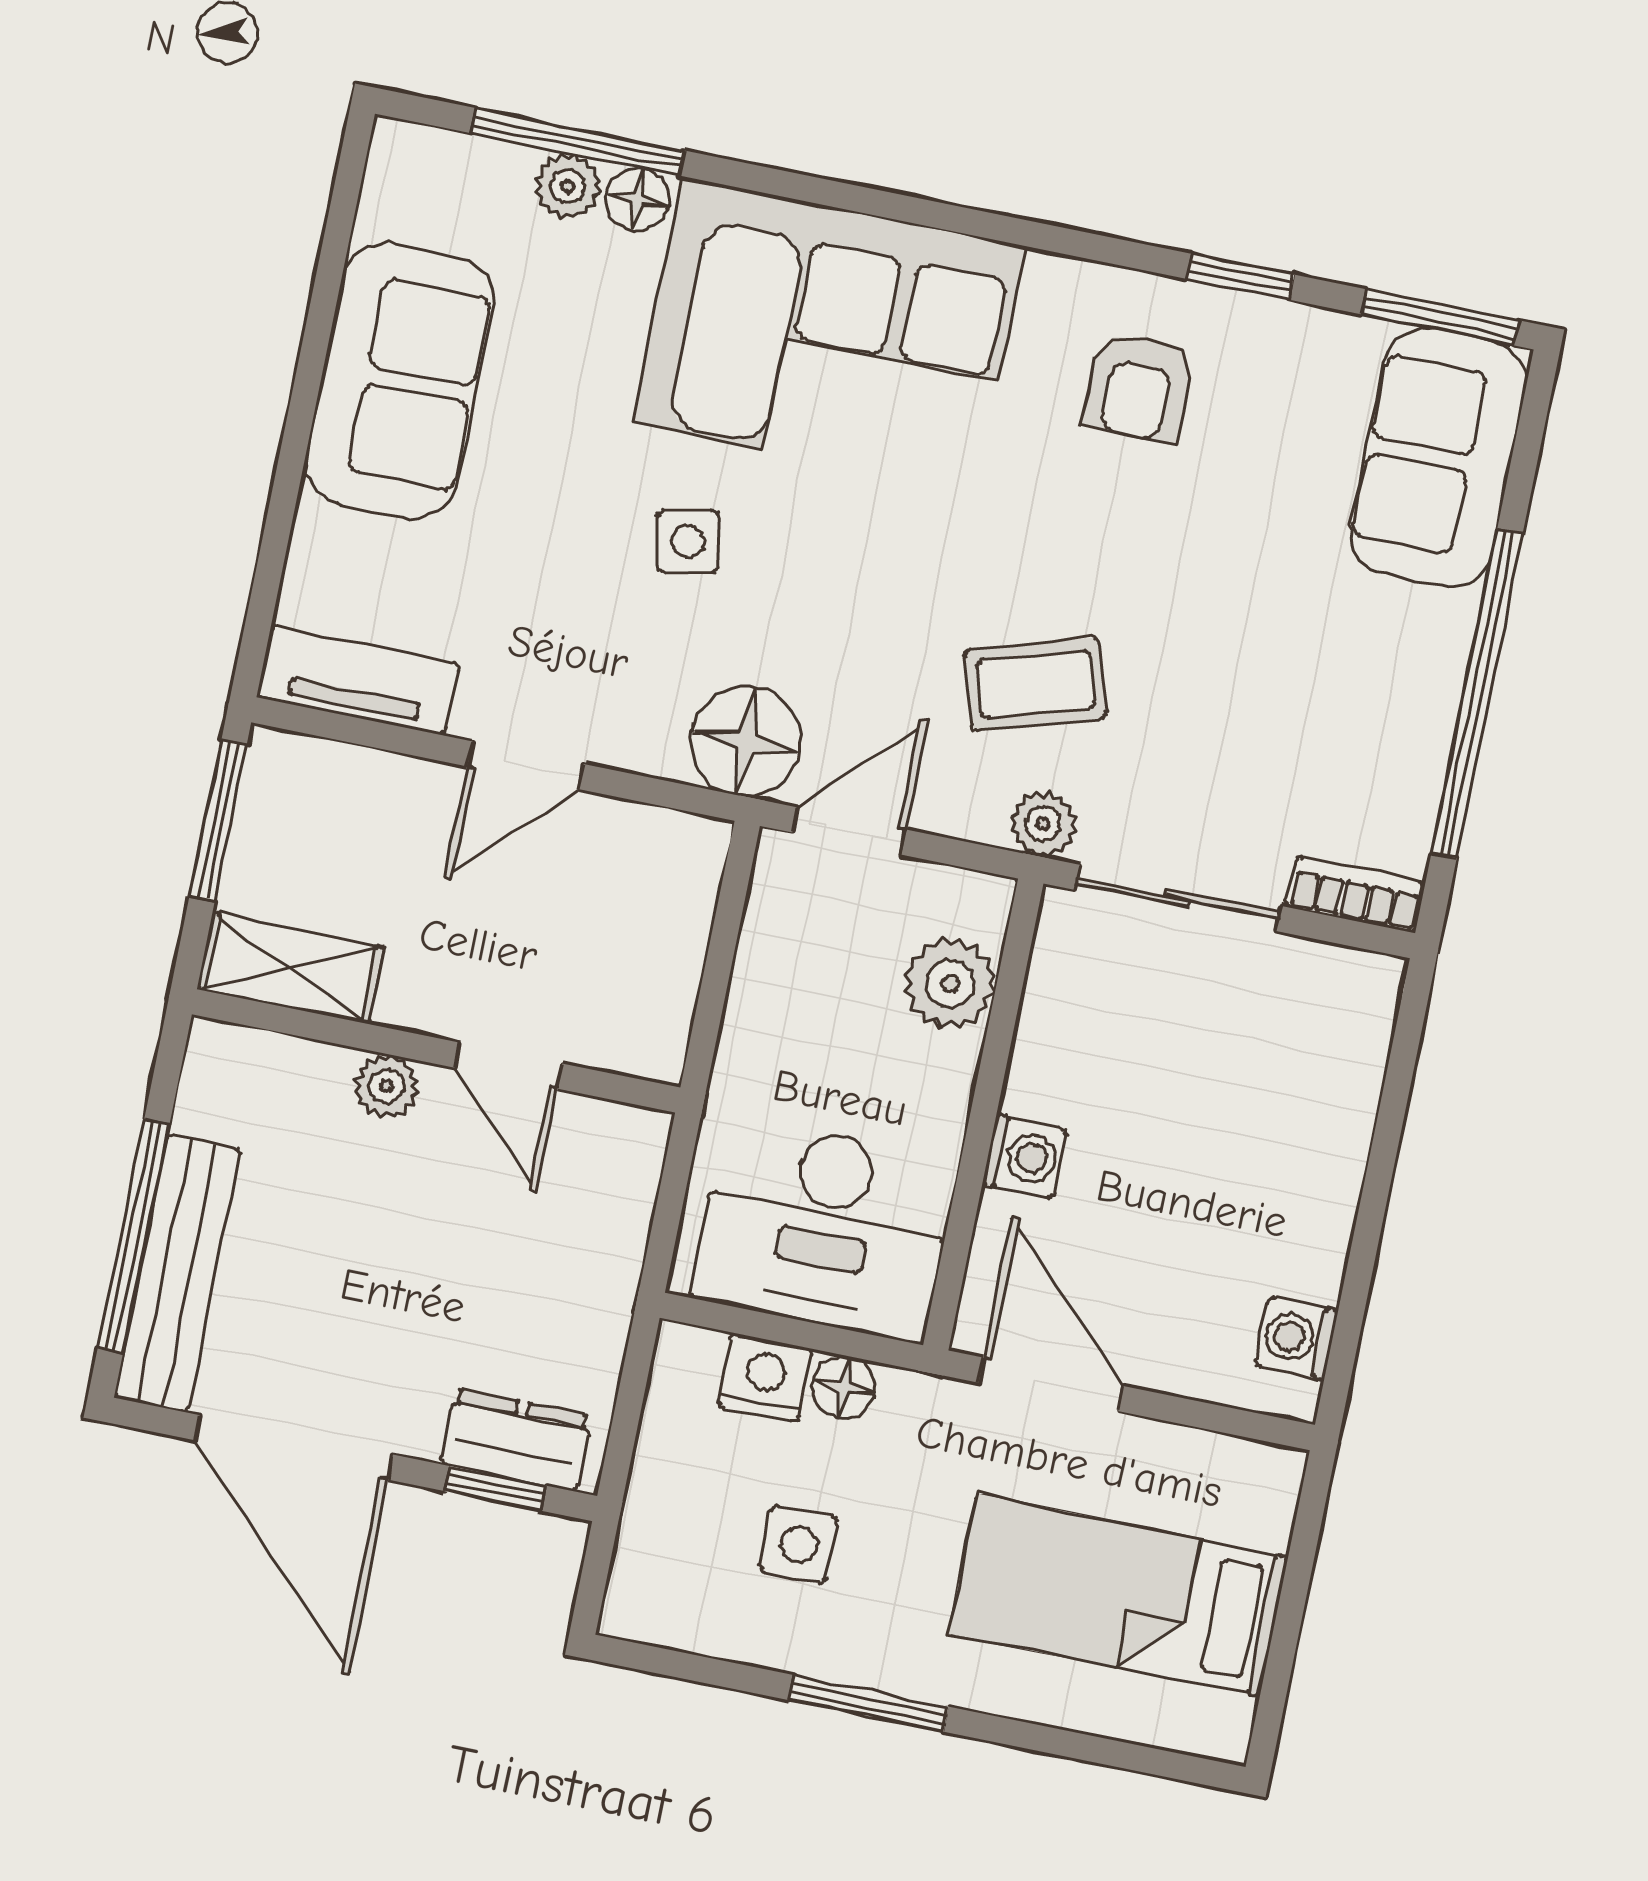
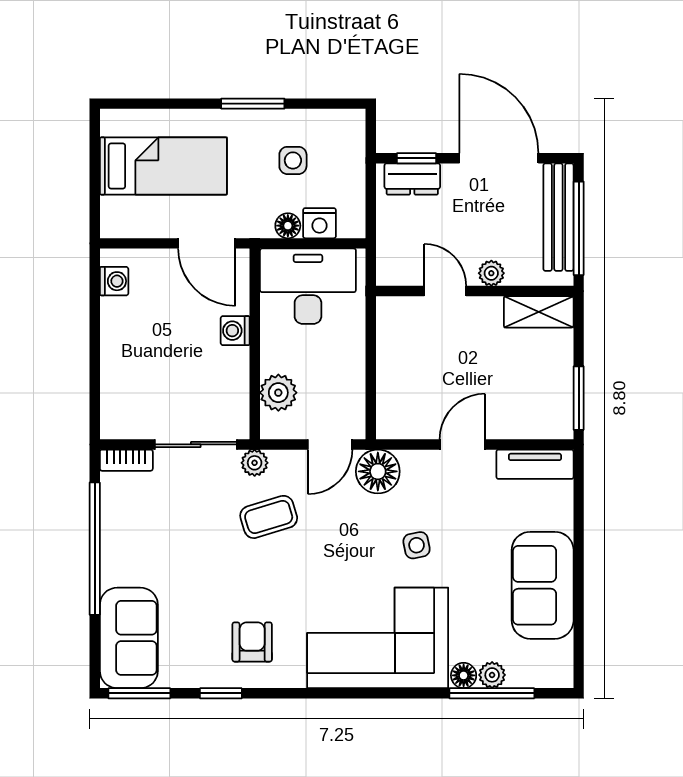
shelving: (290, 968) -> (539, 312), moved
wall: (436, 1051) -> (475, 291), moved
door: (508, 1066) -> (445, 291), moved
plant: (387, 1086) -> (491, 273), moved

